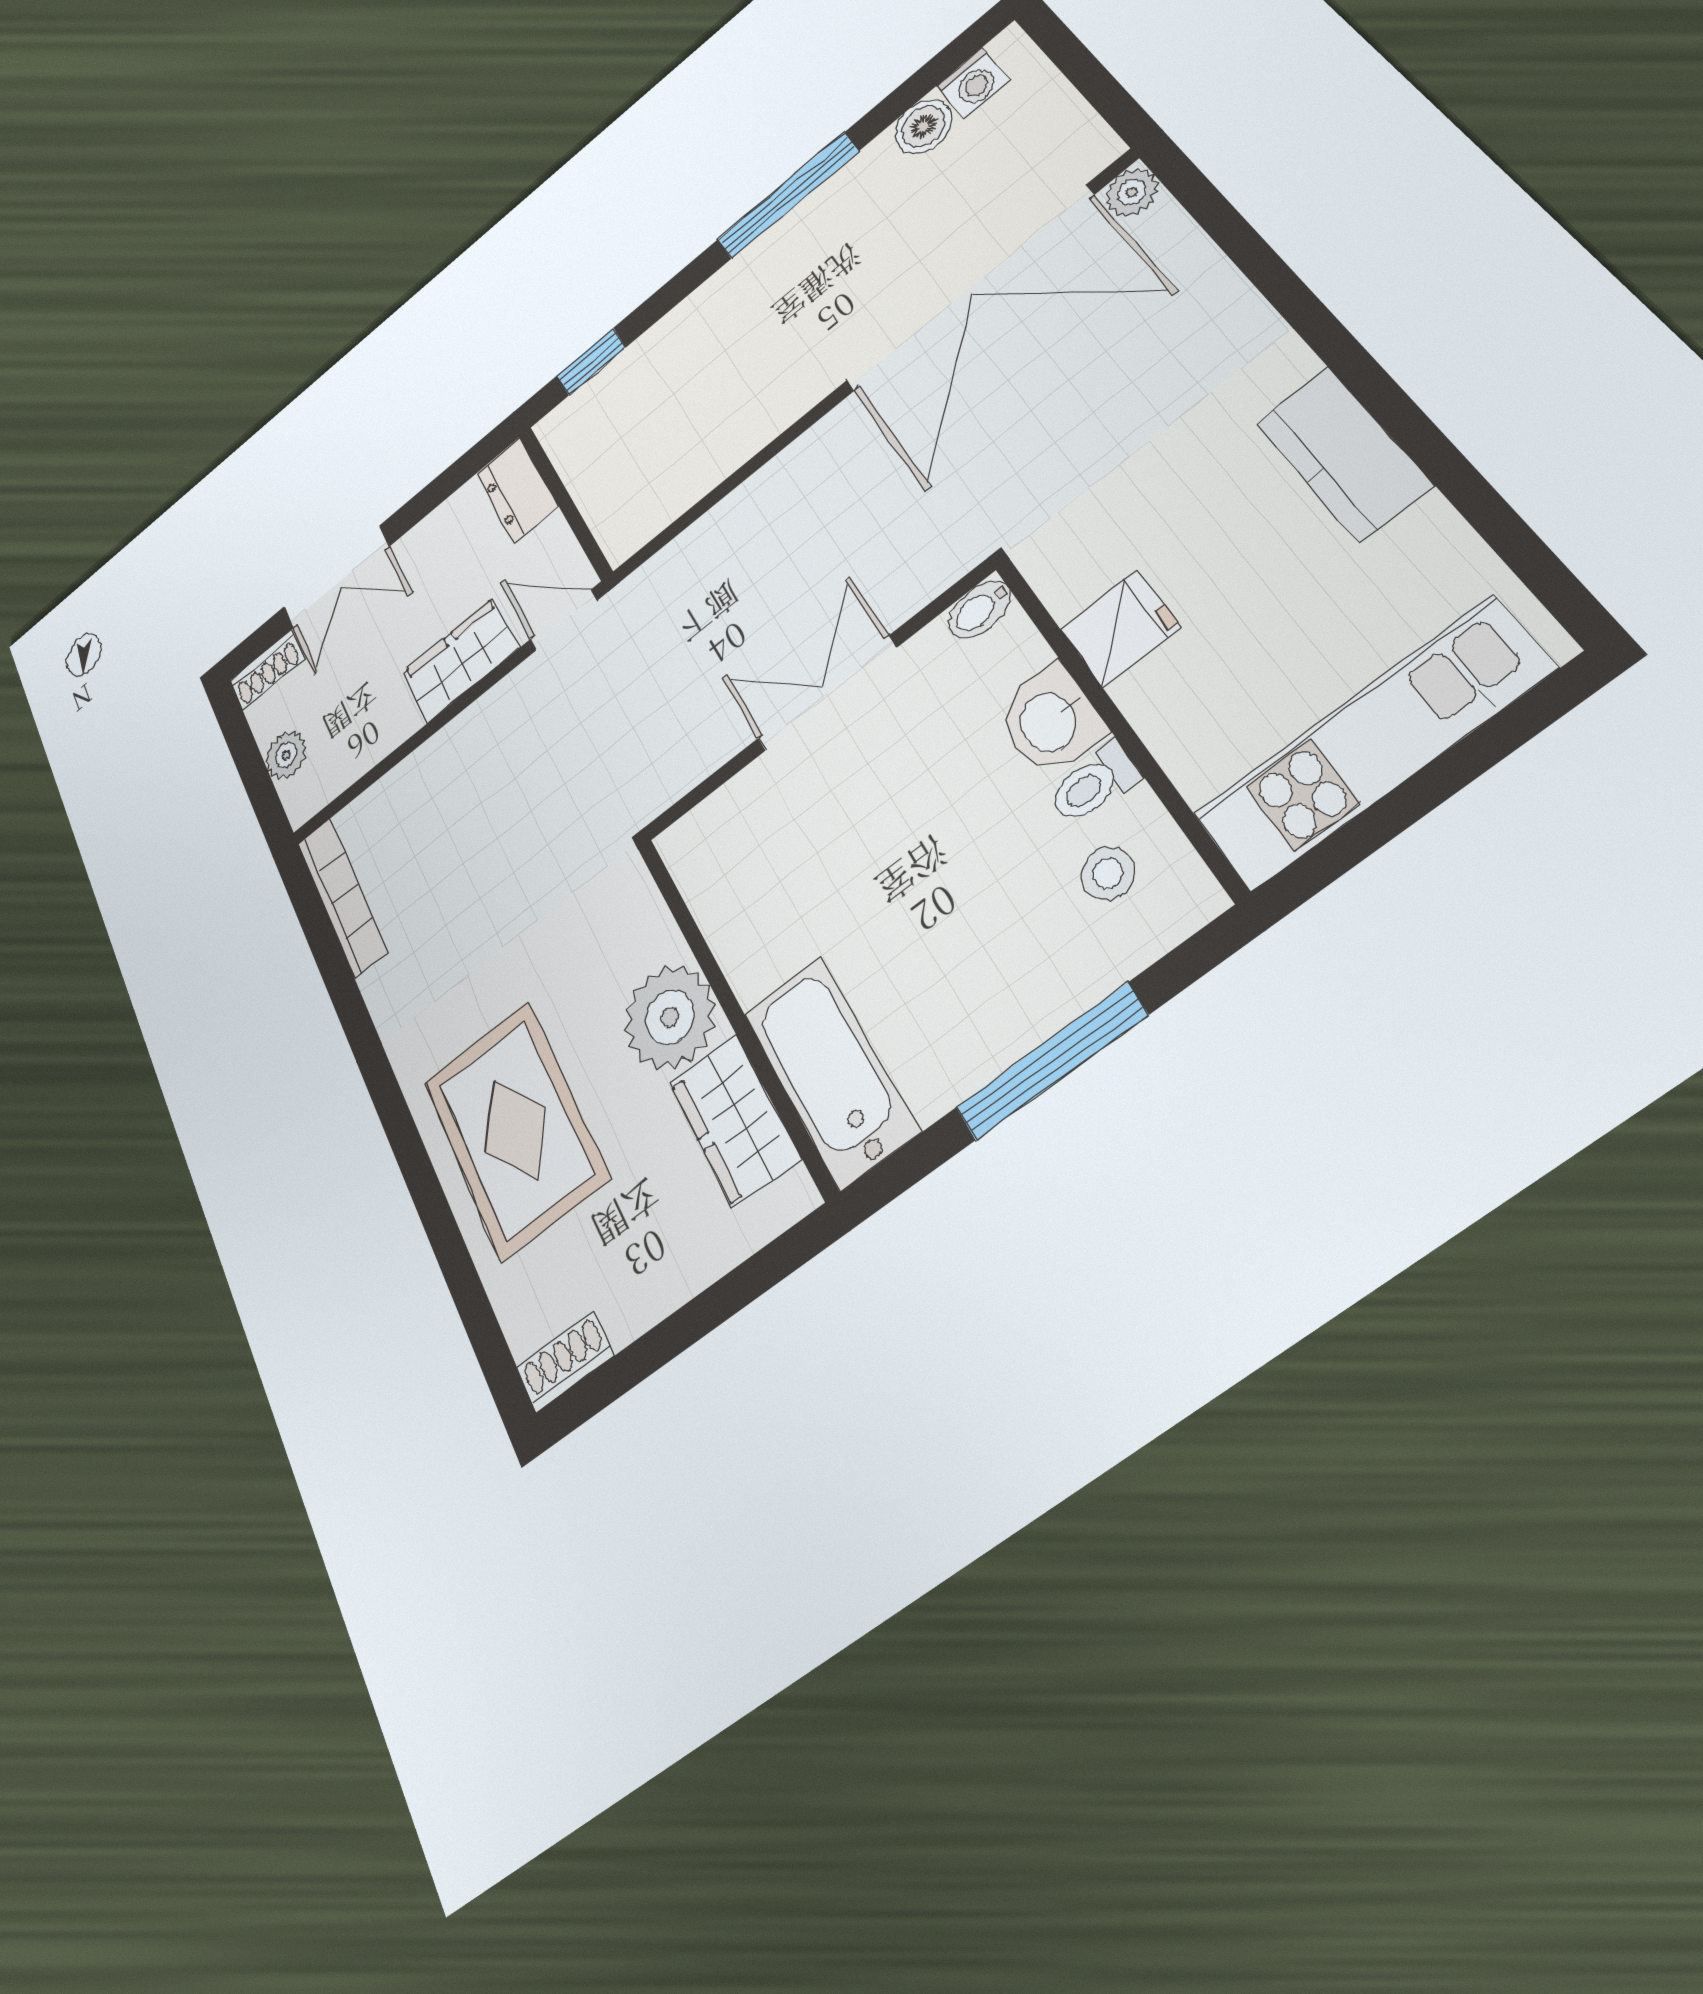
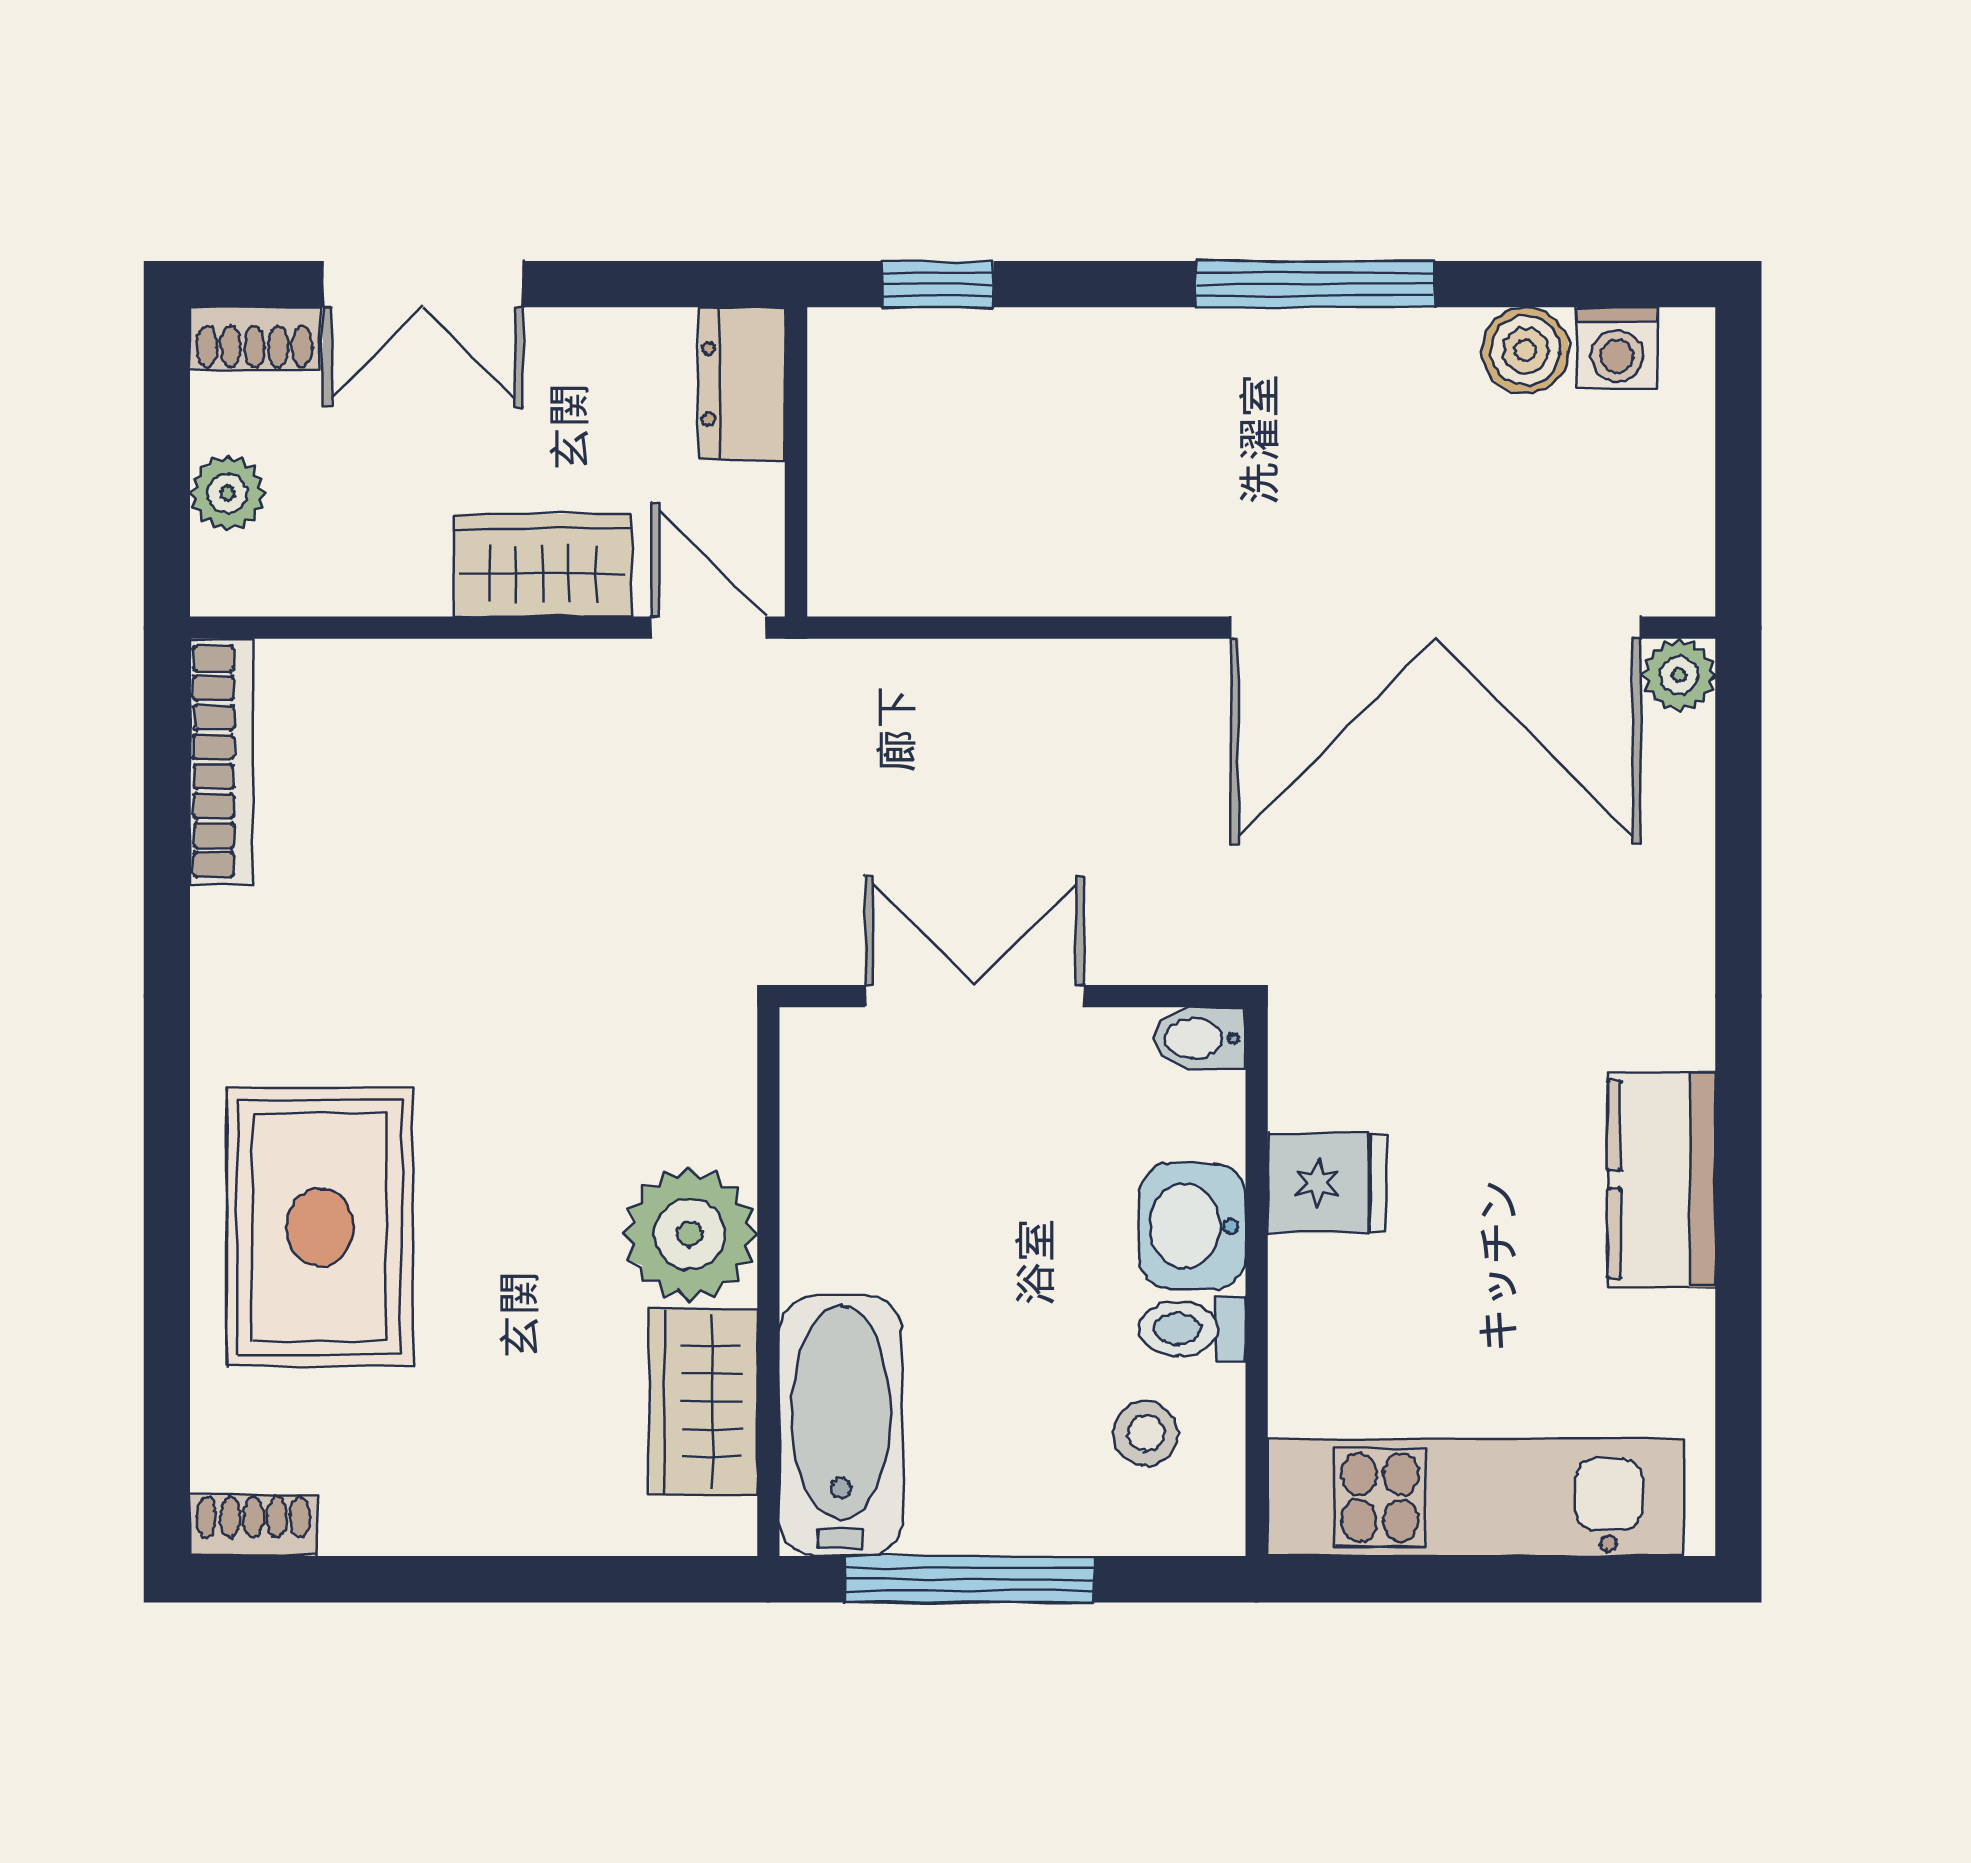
wall: (733, 1011) -> (768, 1282), moved
plant: (670, 1017) -> (690, 1234), moved
bathtub: (830, 1072) -> (841, 1426), moved
wardrobe: (735, 1120) -> (703, 1402), moved

